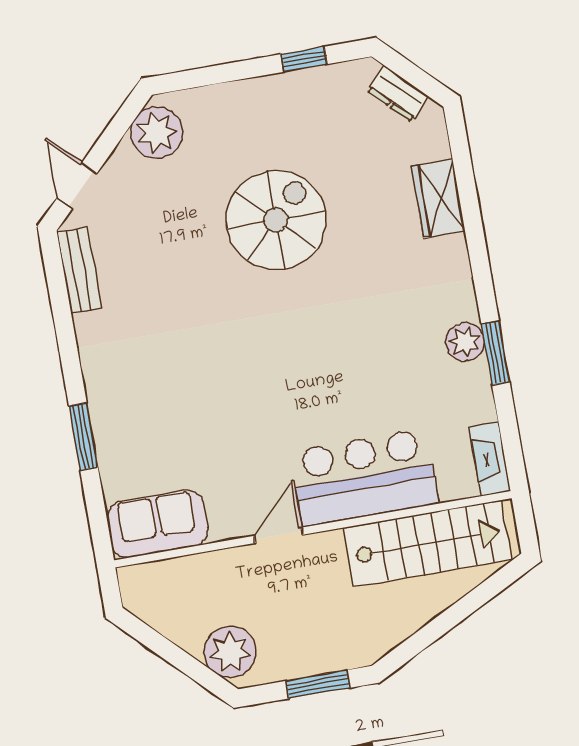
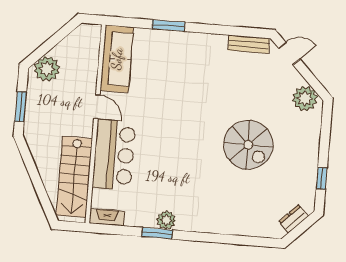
wardrobe: (438, 199) -> (238, 225), removed
sofa: (157, 524) -> (117, 59), width x1.36

